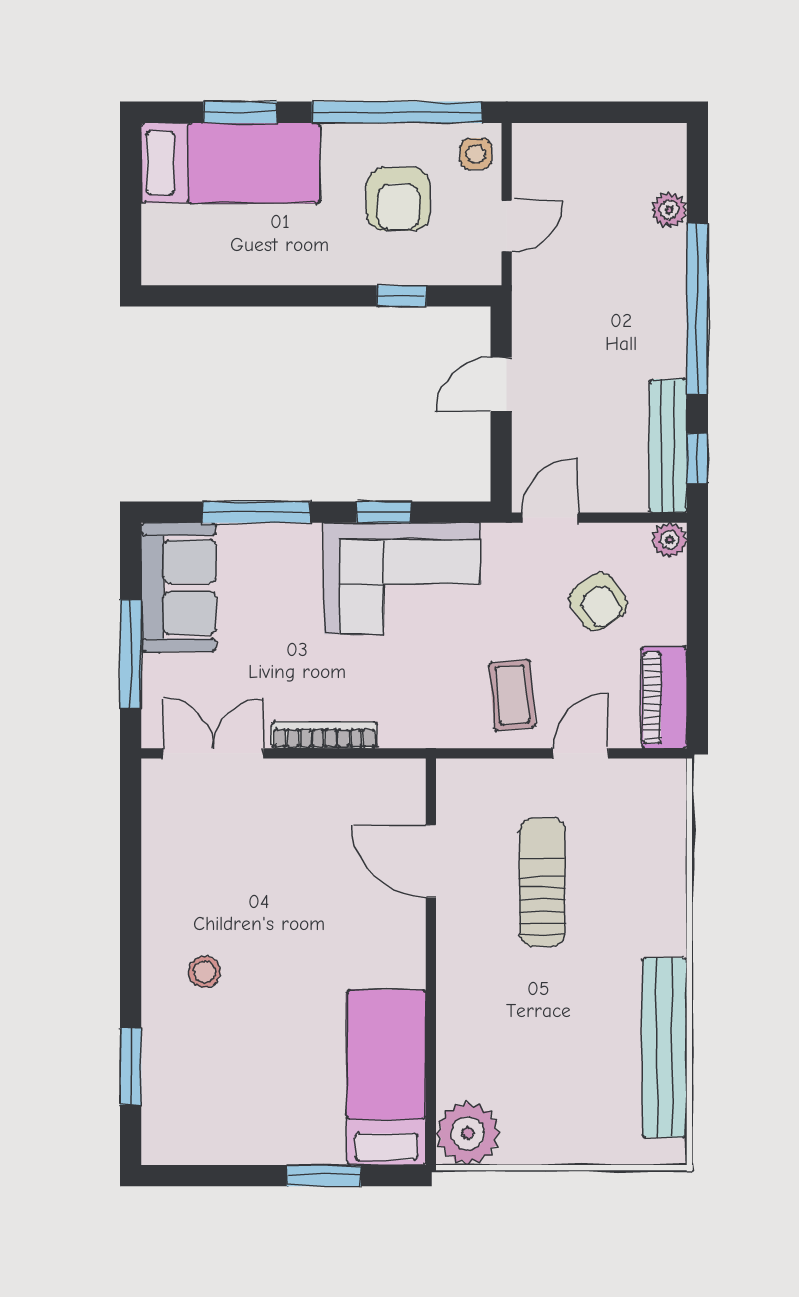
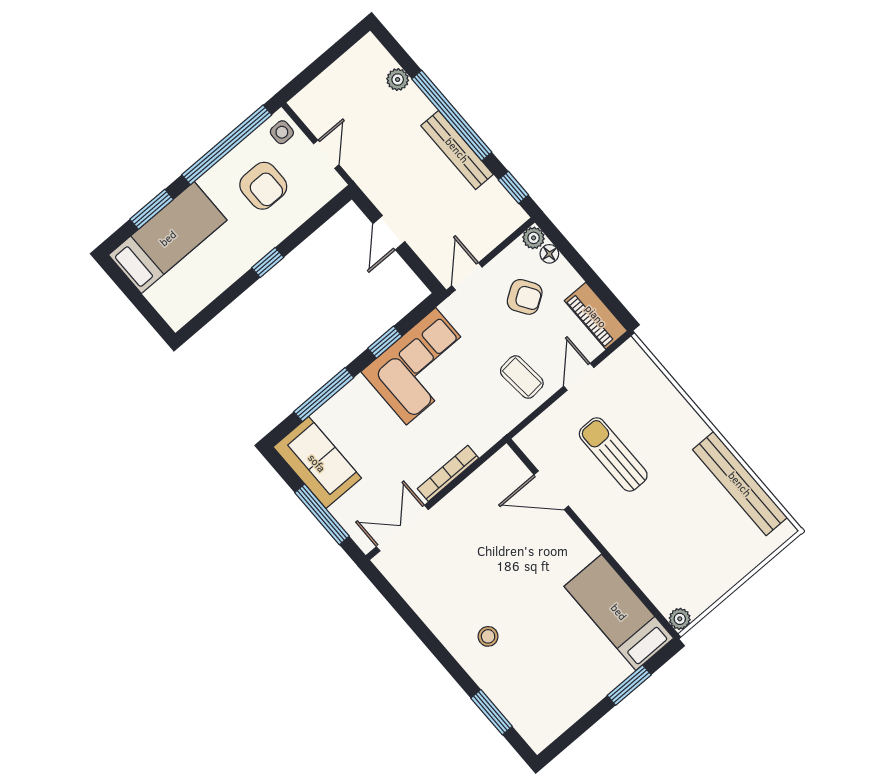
window: (401, 296) -> (268, 263), moved
bench: (668, 446) -> (457, 150), moved
floor lamp: (672, 575) -> (549, 254), added
plant: (468, 1133) -> (680, 619), width x0.53, depth x0.53

